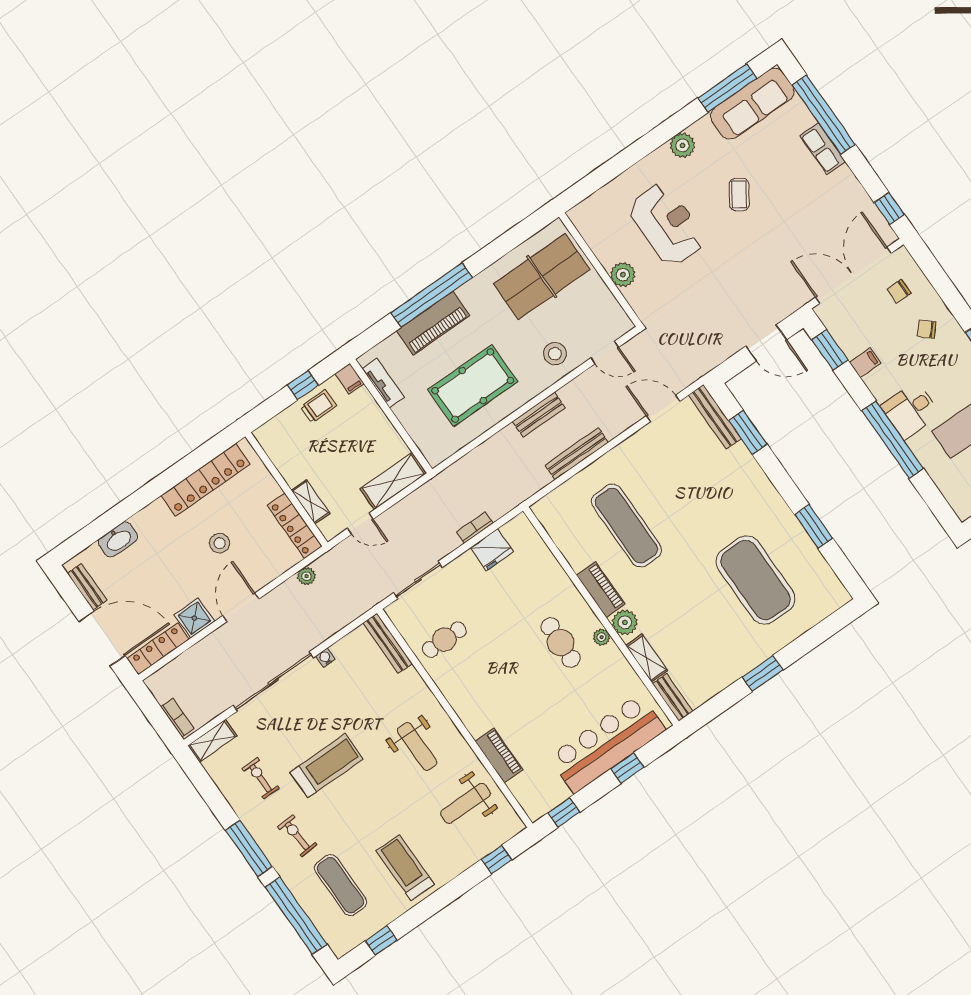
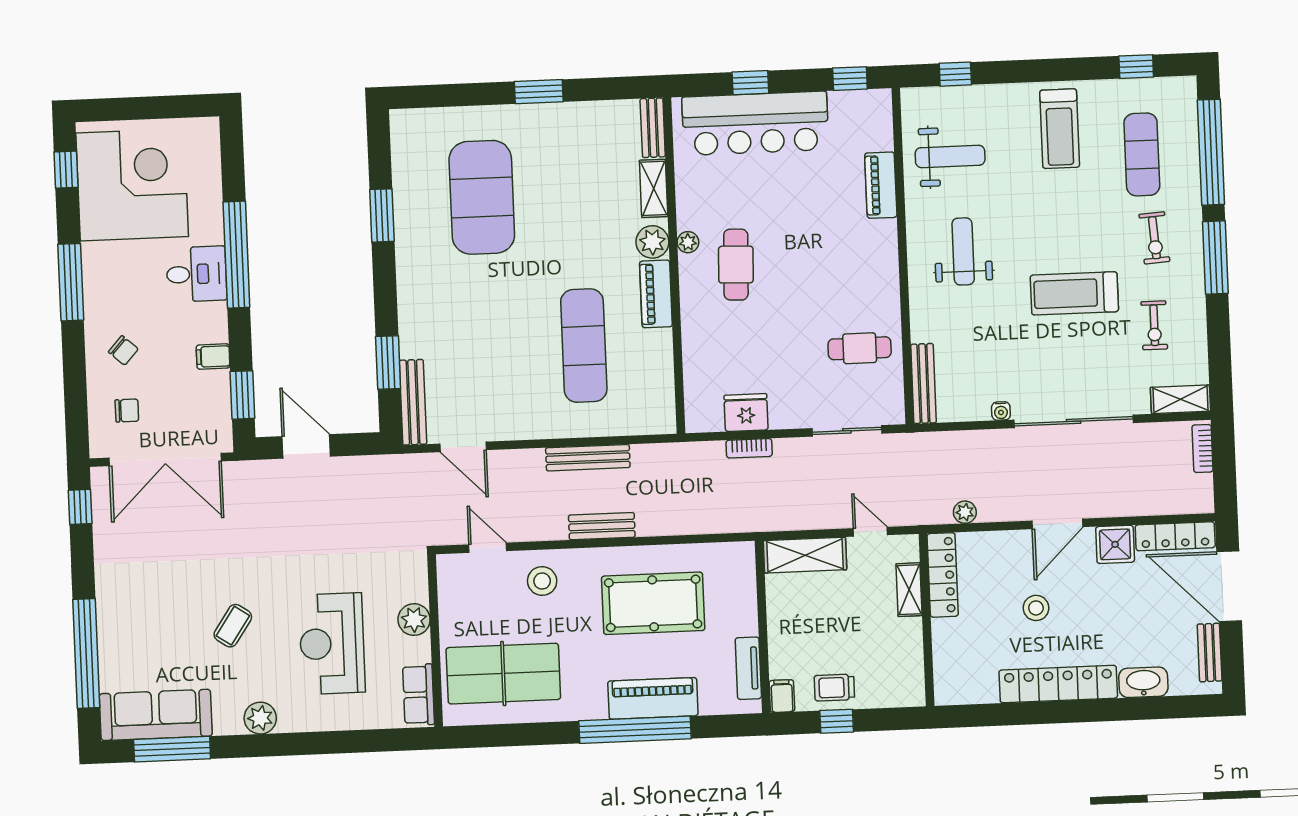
row of seats: (823, 149) -> (418, 695), moved, turned 180
locker: (206, 480) -> (1058, 684), moved

